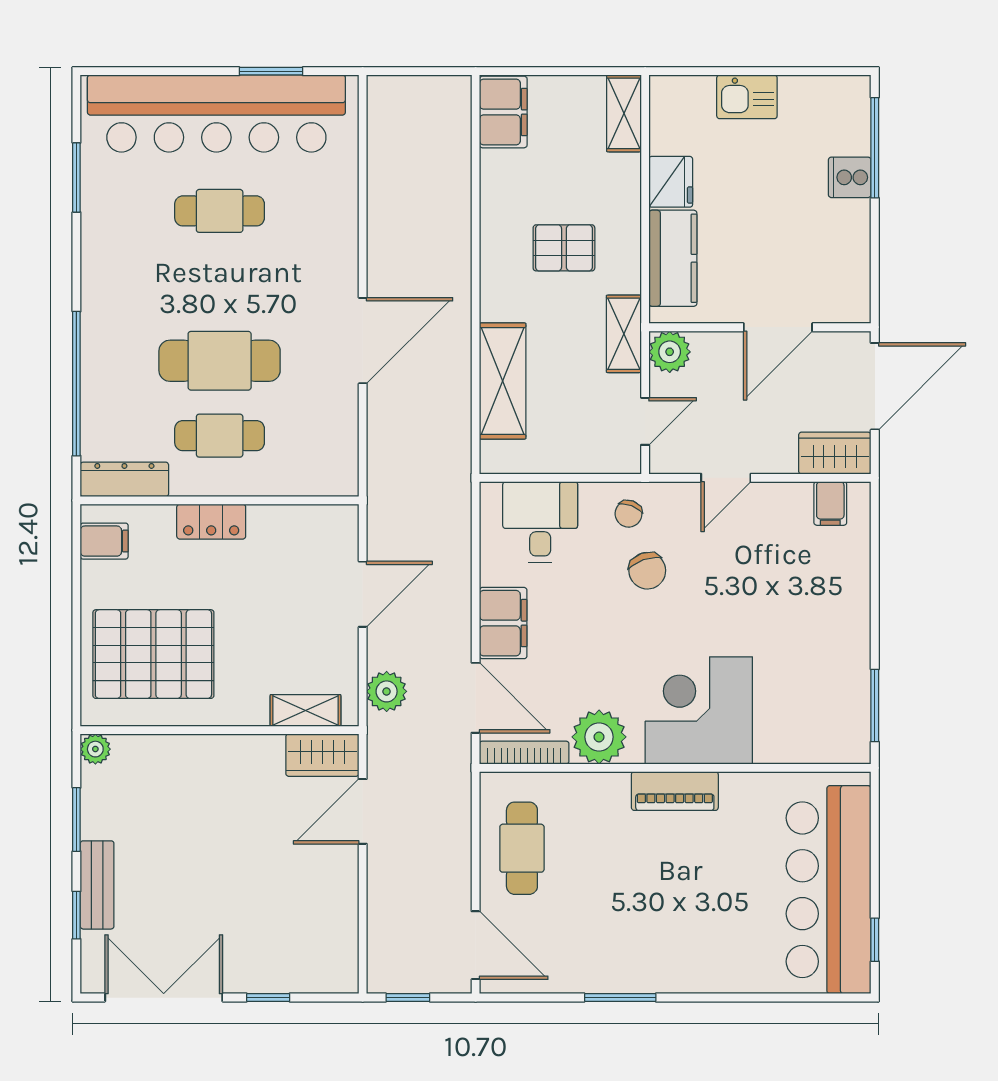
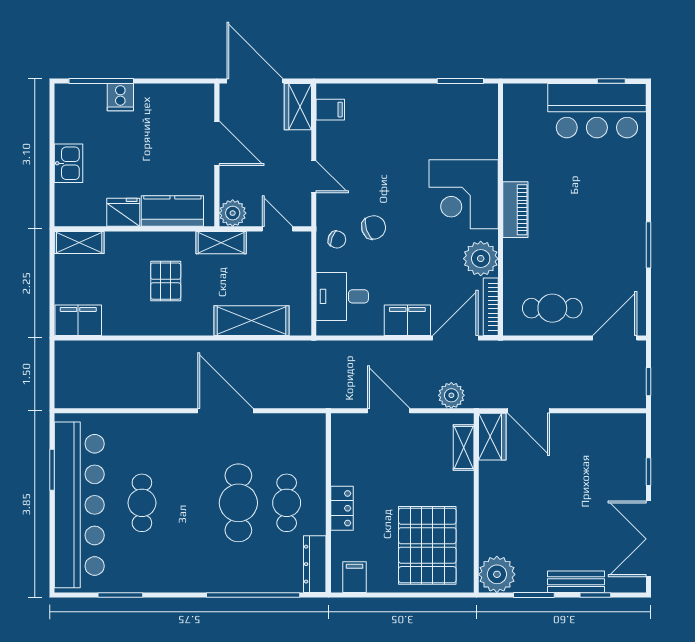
plant: (95, 749) -> (497, 574), width x1.88, depth x1.88
bar counter: (829, 890) -> (597, 111), width x0.73

